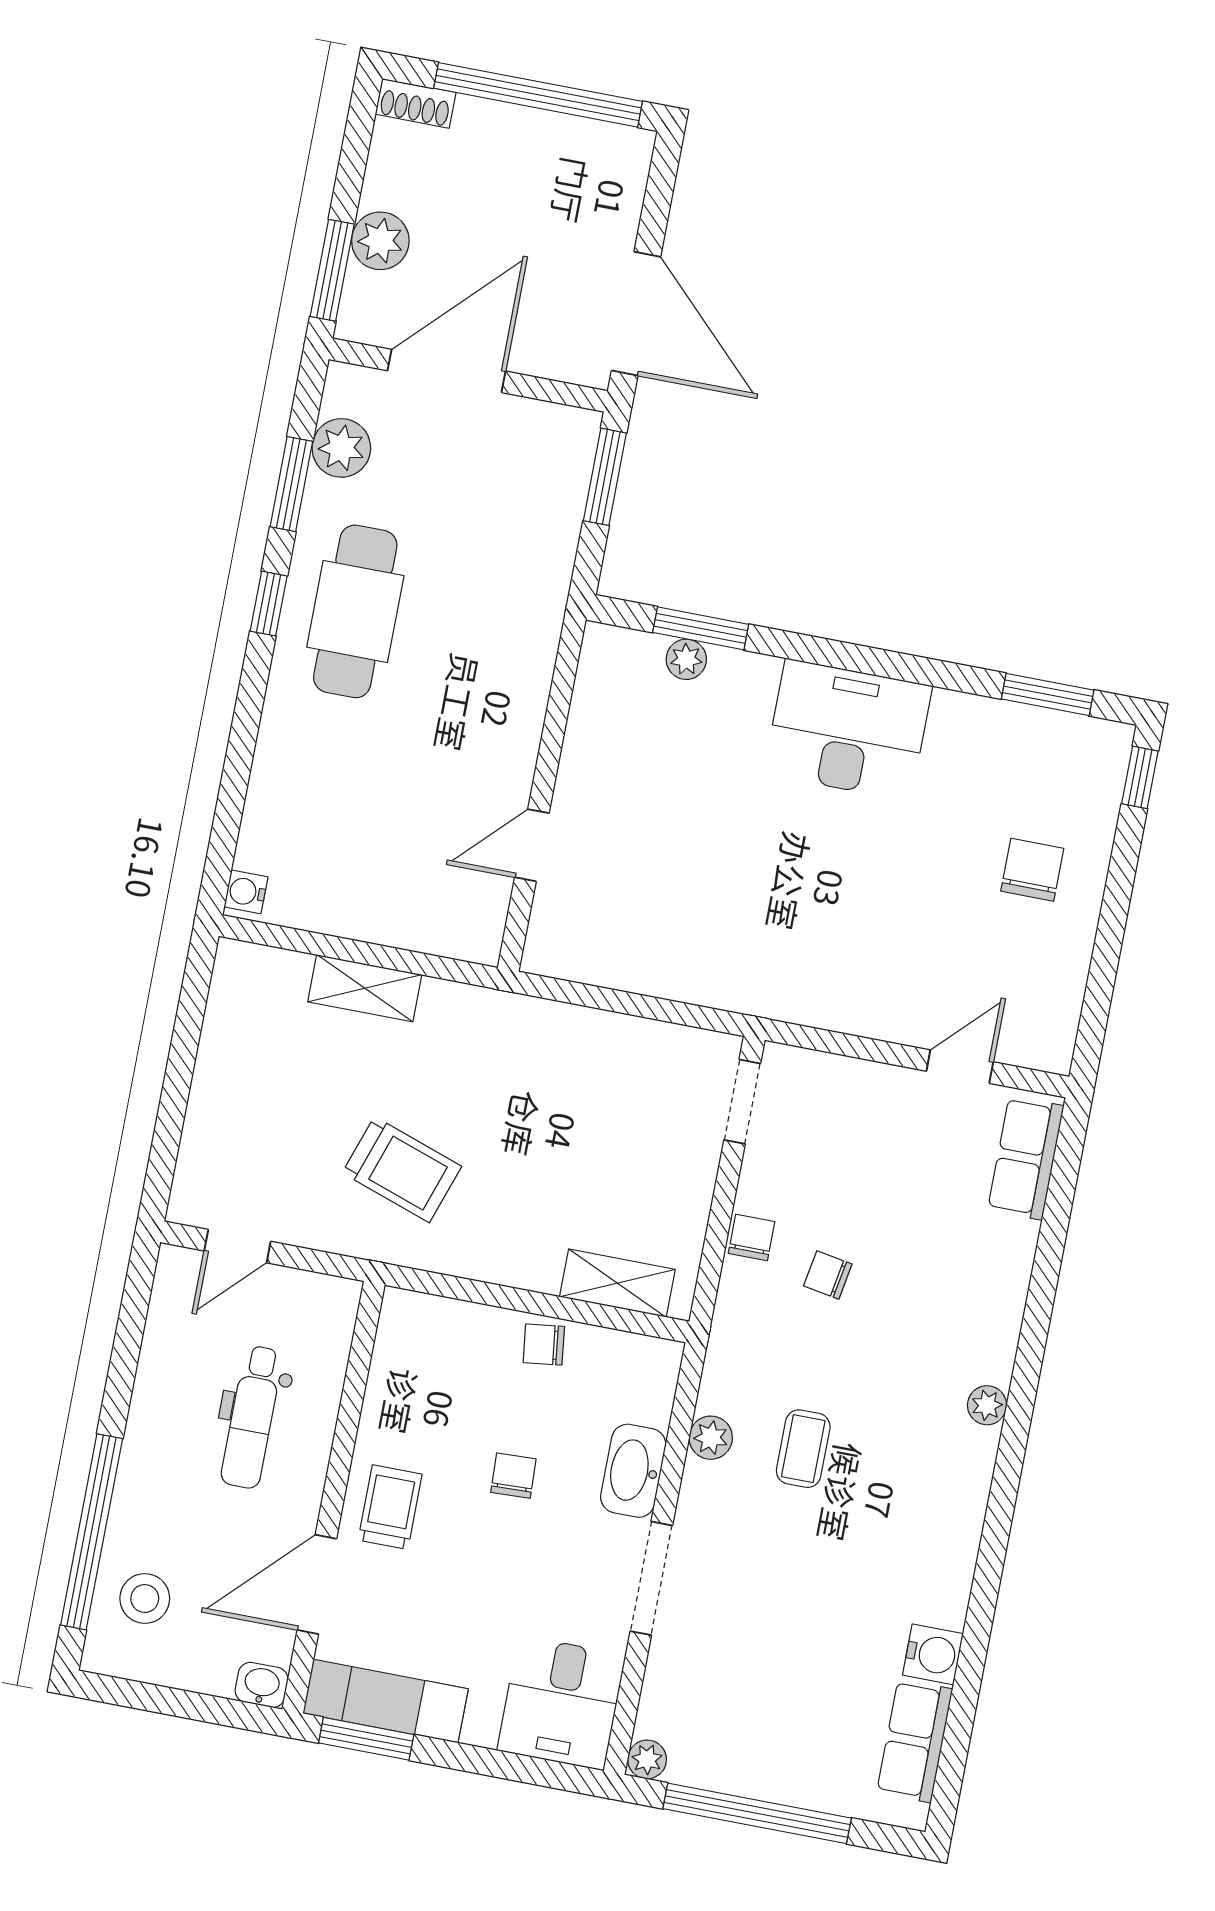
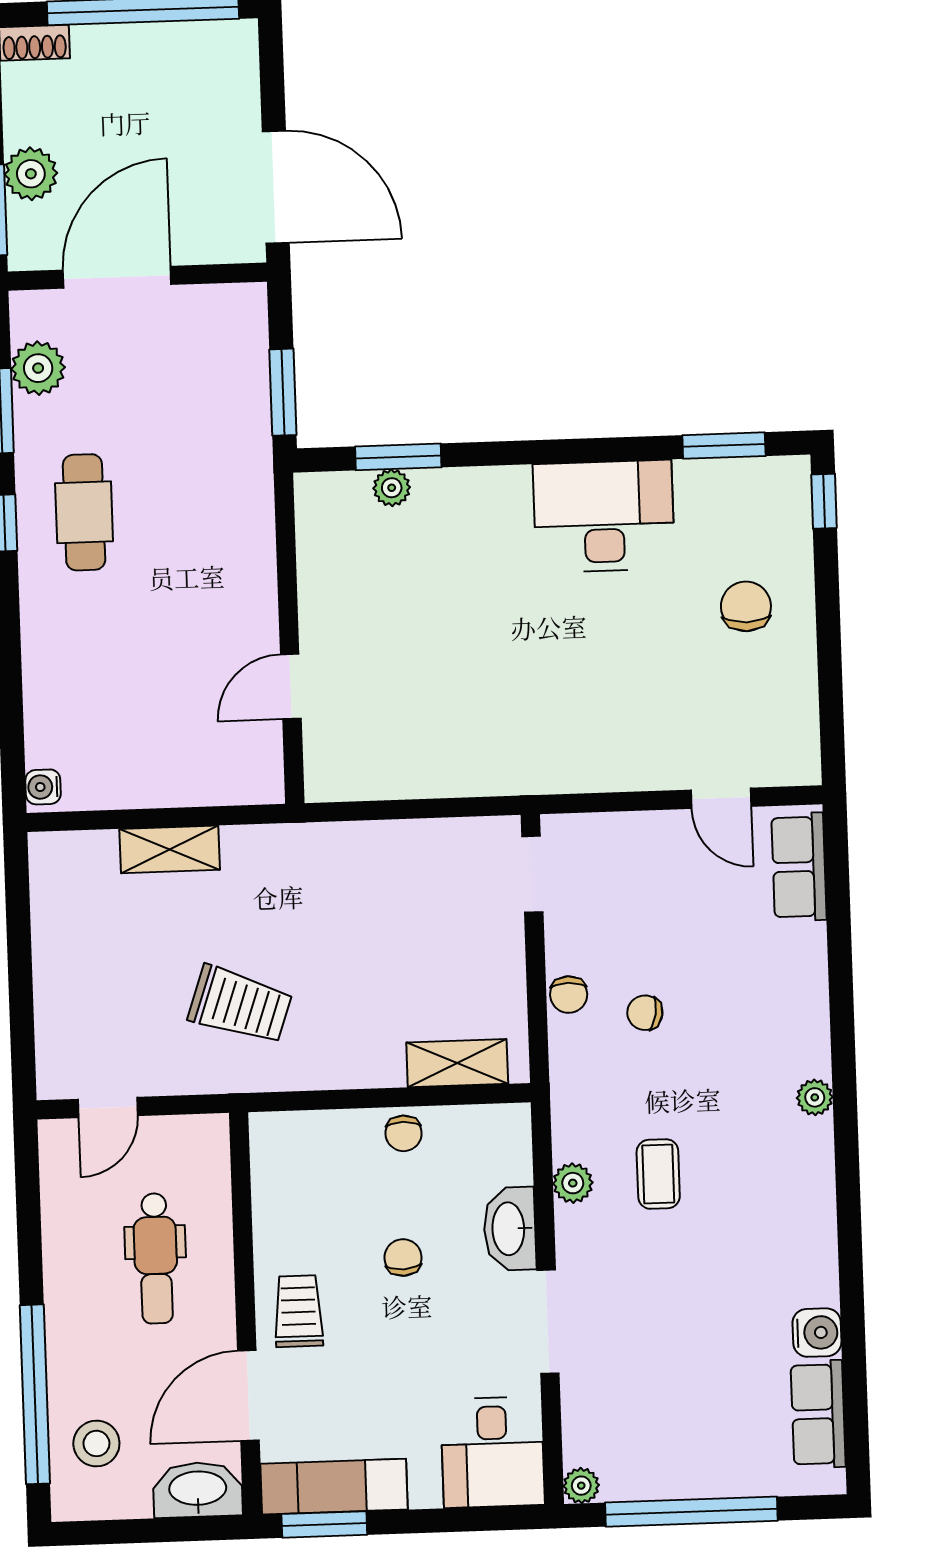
window: (605, 477) -> (283, 392), moved
cafe table: (355, 611) -> (84, 512), width x0.73, depth x0.74
desk: (848, 730) -> (604, 516), moved
door: (960, 1067) -> (721, 798), swing flipped
chair: (752, 1237) -> (569, 995), turned 180
chair: (544, 1344) -> (404, 1133), turned -83
washbasin: (262, 1685) -> (198, 1490), width x1.91, depth x1.45

